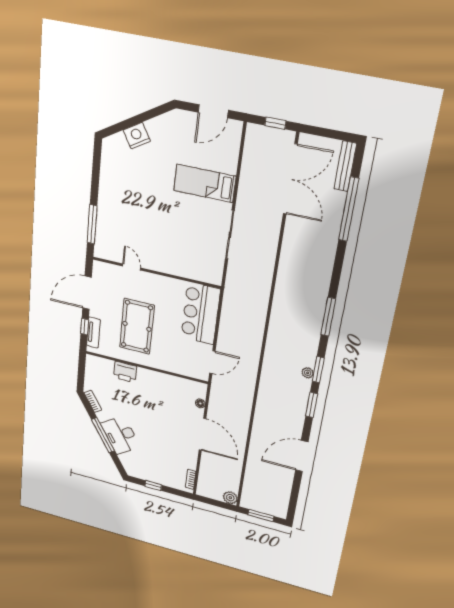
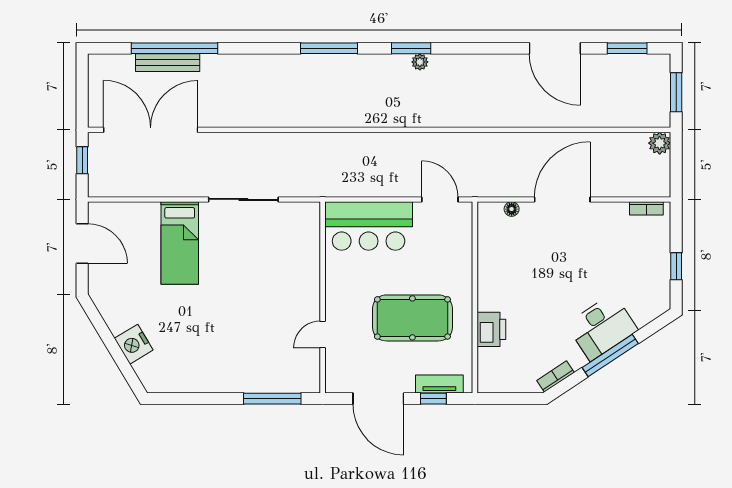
bench: (345, 166) -> (168, 63), moved
window: (312, 405) -> (627, 48), moved

